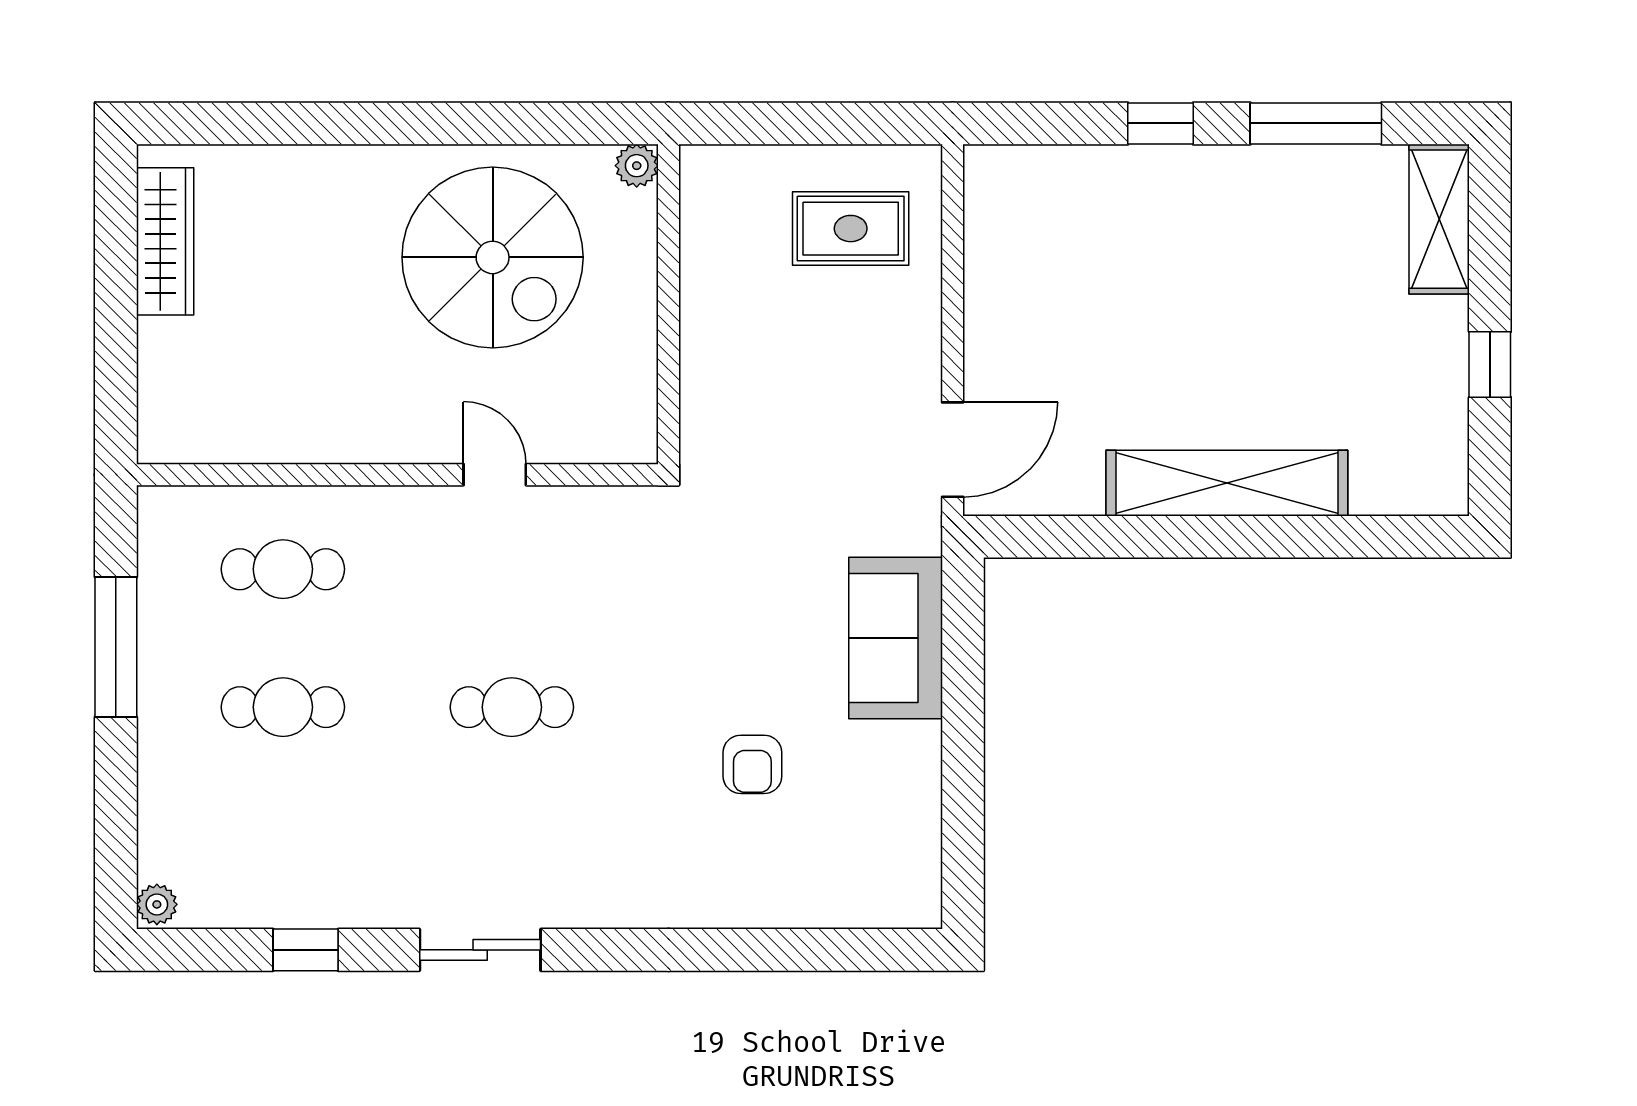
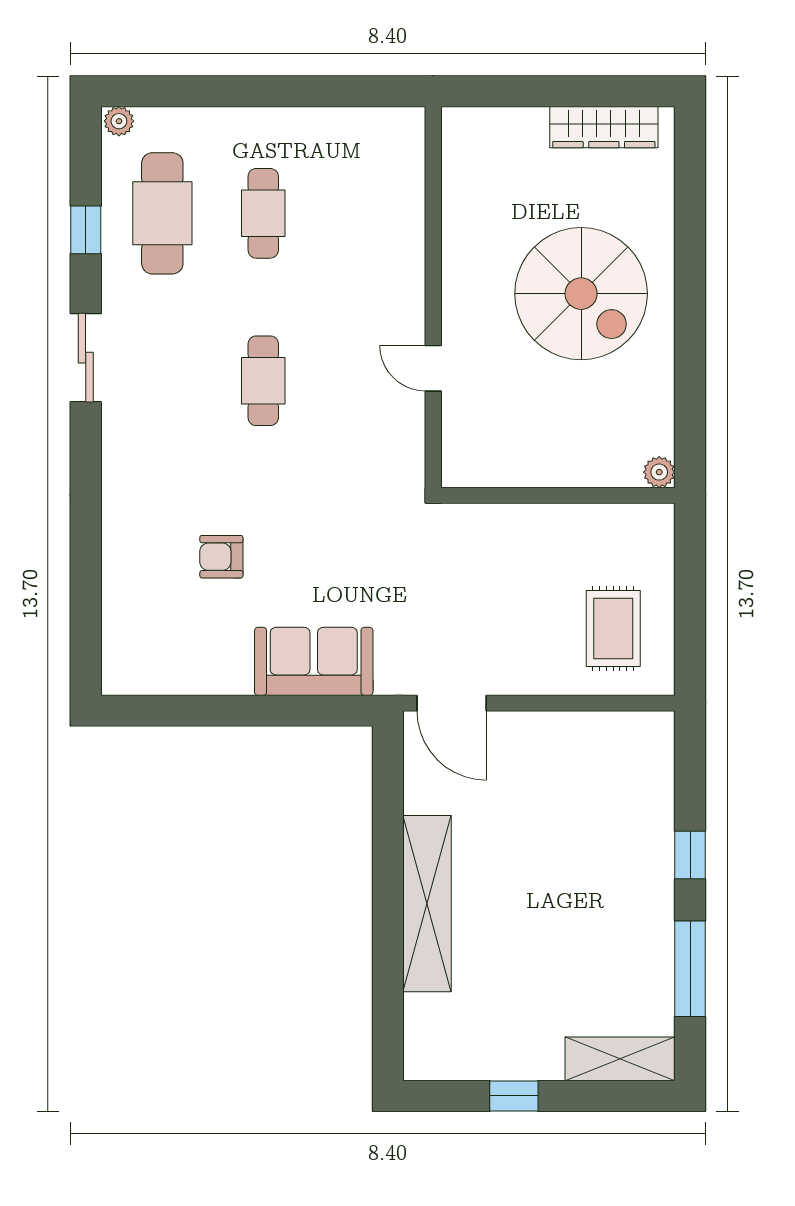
spiral stairs: (493, 257) -> (581, 294), moved, turned -90
door: (495, 475) -> (433, 368), swing flipped
cafe table: (283, 569) -> (162, 213), moved, width x1.37, depth x1.35
window: (116, 647) -> (307, 91), removed

